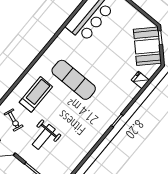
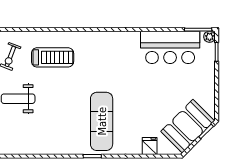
exercise mat: (74, 80) -> (102, 121), moved

